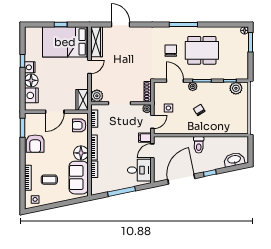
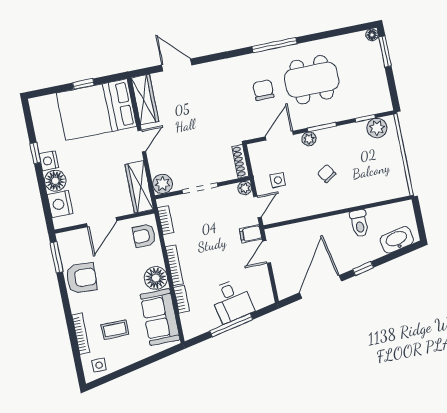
door: (175, 81) -> (279, 136), hinge flipped
wardrobe: (82, 100) -> (139, 187), width x1.50
armchair: (35, 144) -> (81, 278), turned -87
toilet: (199, 145) -> (359, 223), moved
desk: (139, 170) -> (232, 301), moved, turned 78

